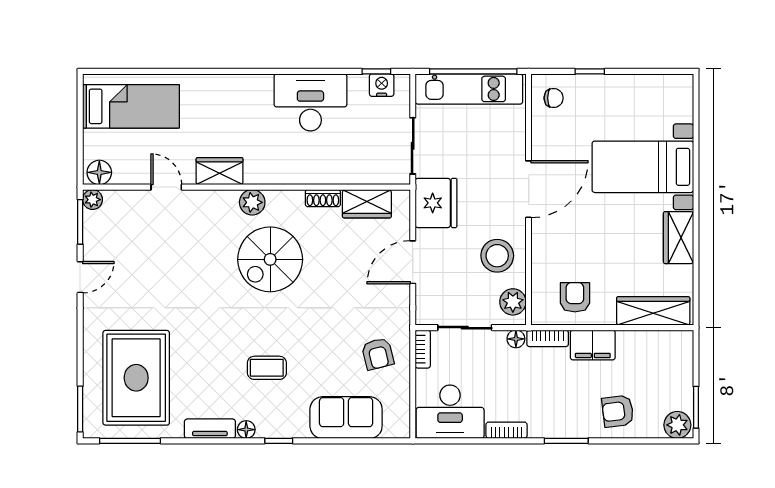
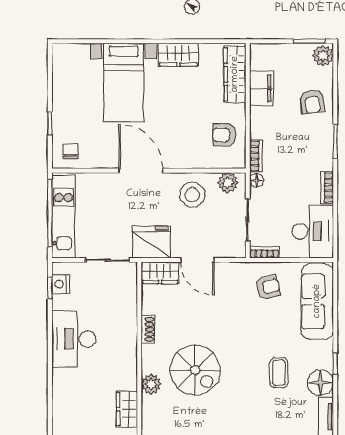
wardrobe: (367, 204) -> (160, 273), moved, turned 90
filing cabinet: (593, 345) -> (261, 88), moved
sofa: (346, 418) -> (317, 301), width x1.36
floor lamp: (246, 430) -> (320, 383), width x1.89, depth x1.89

